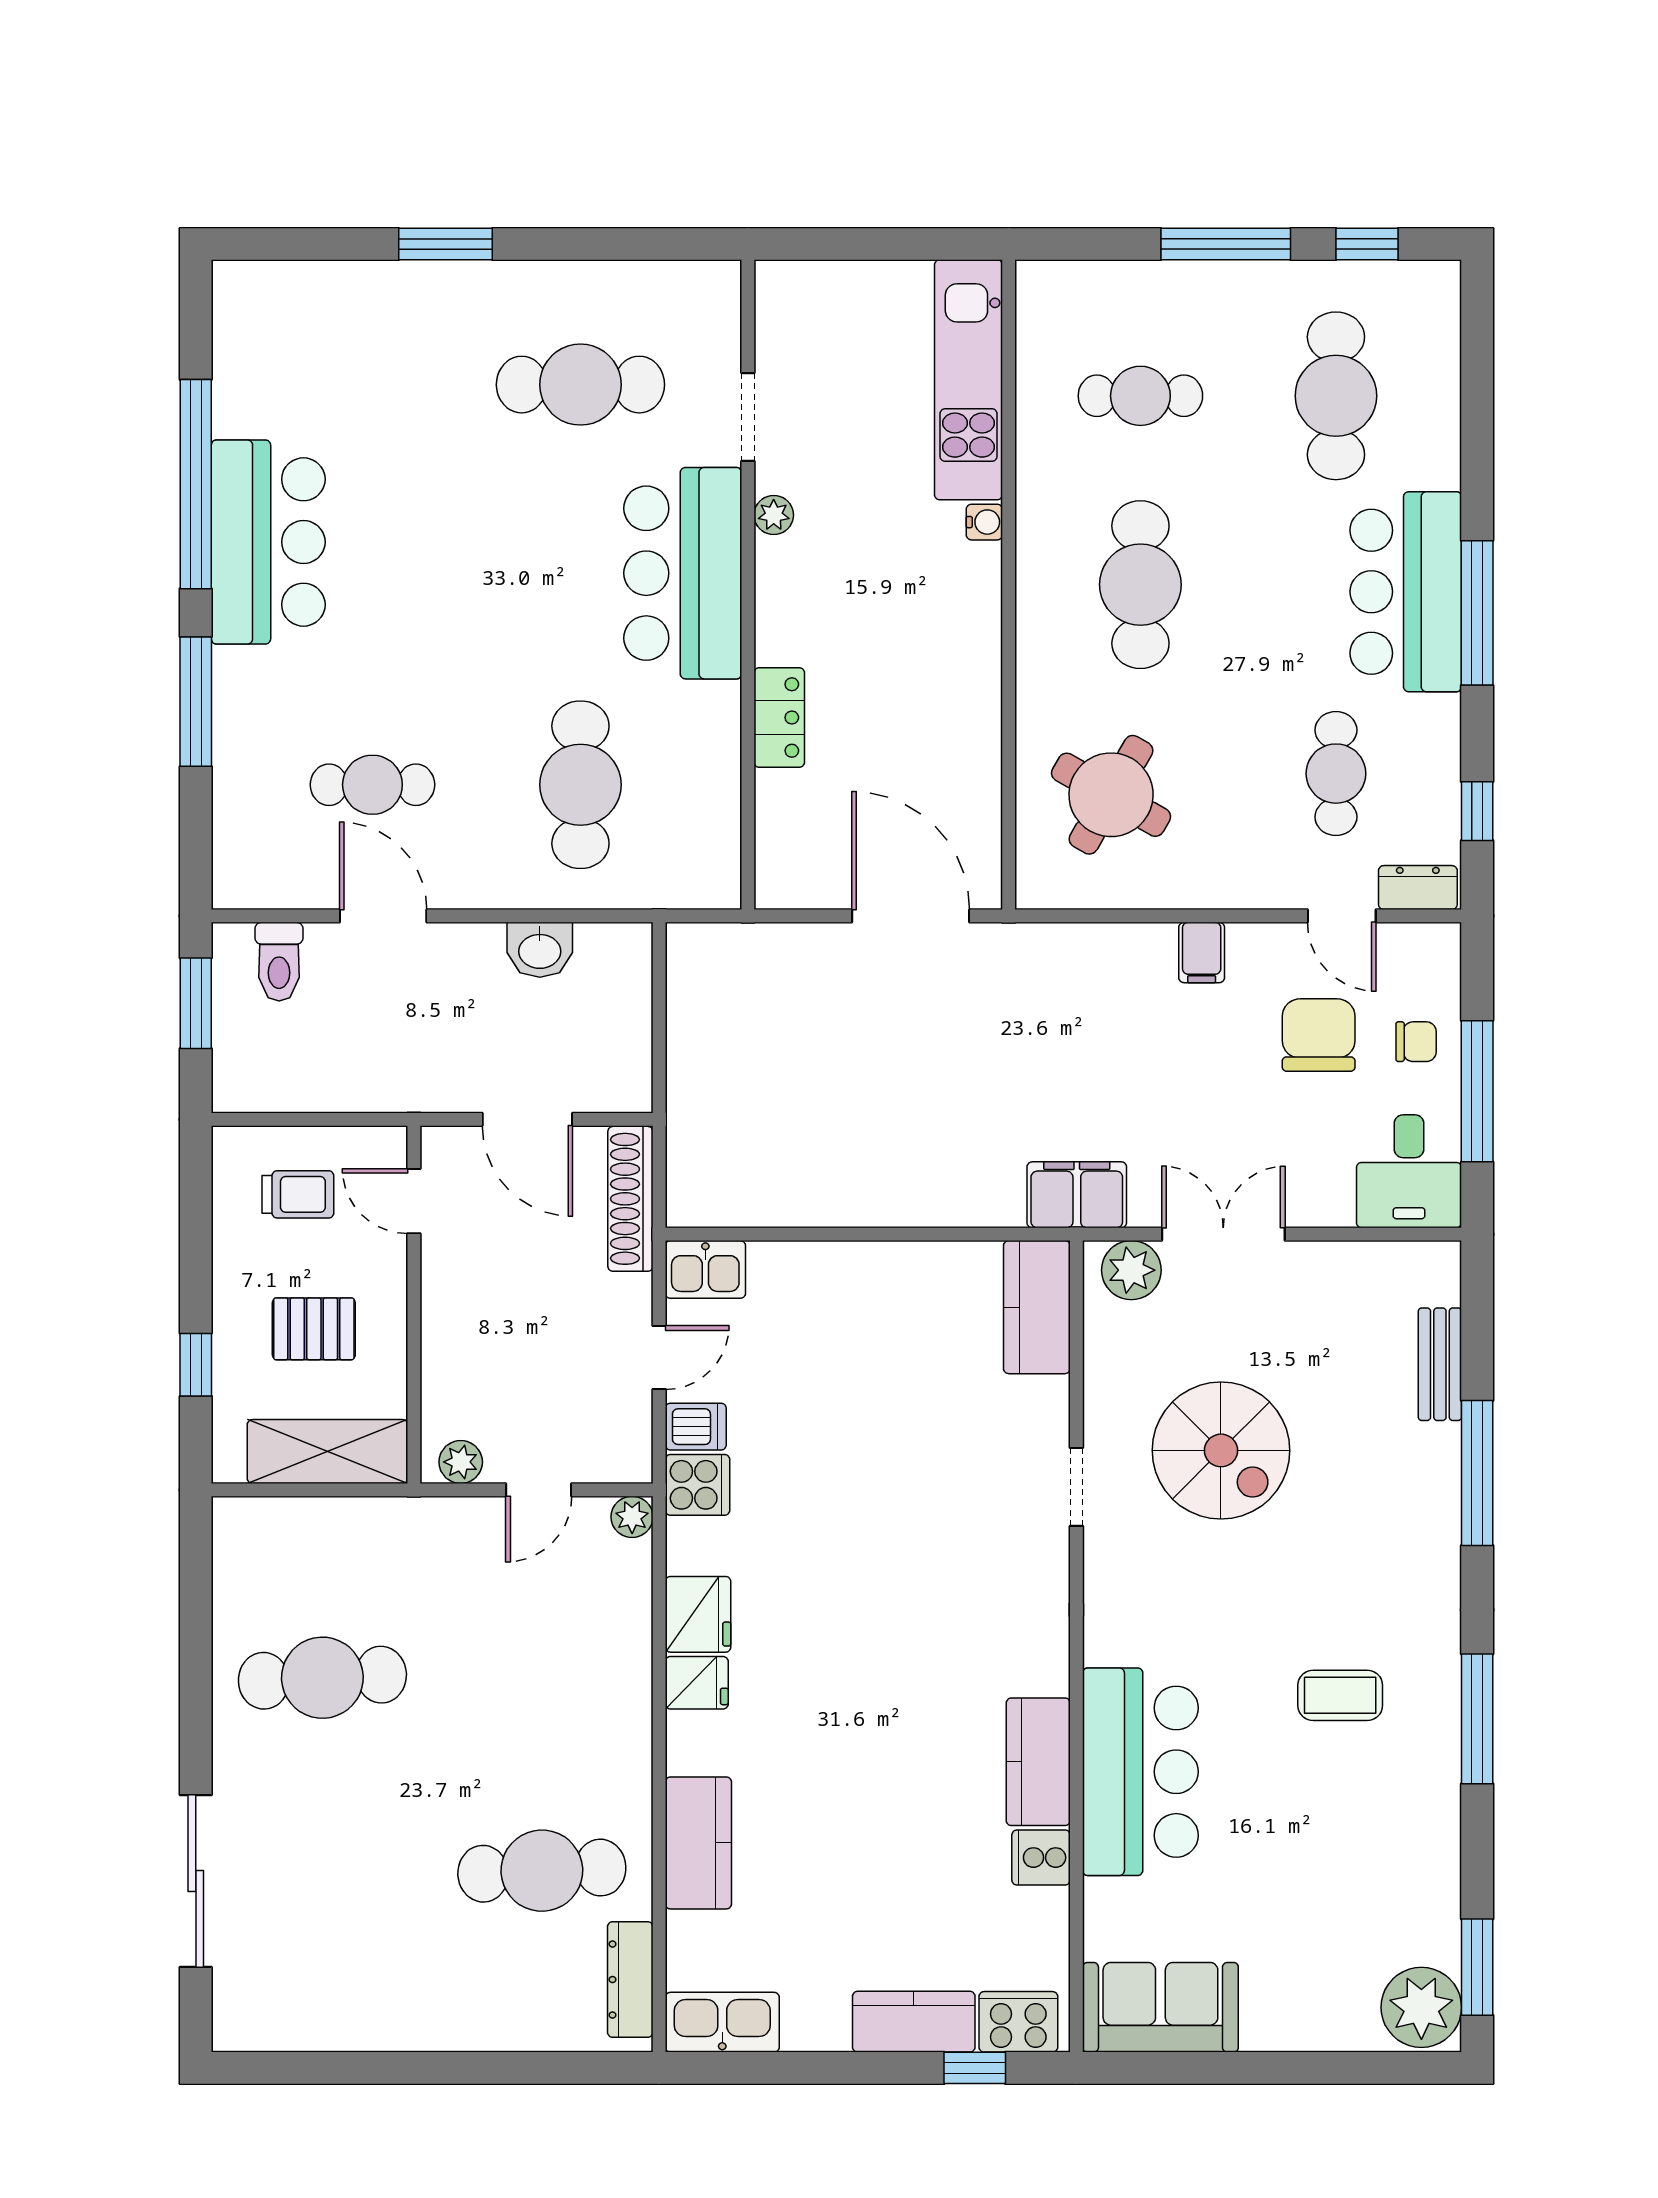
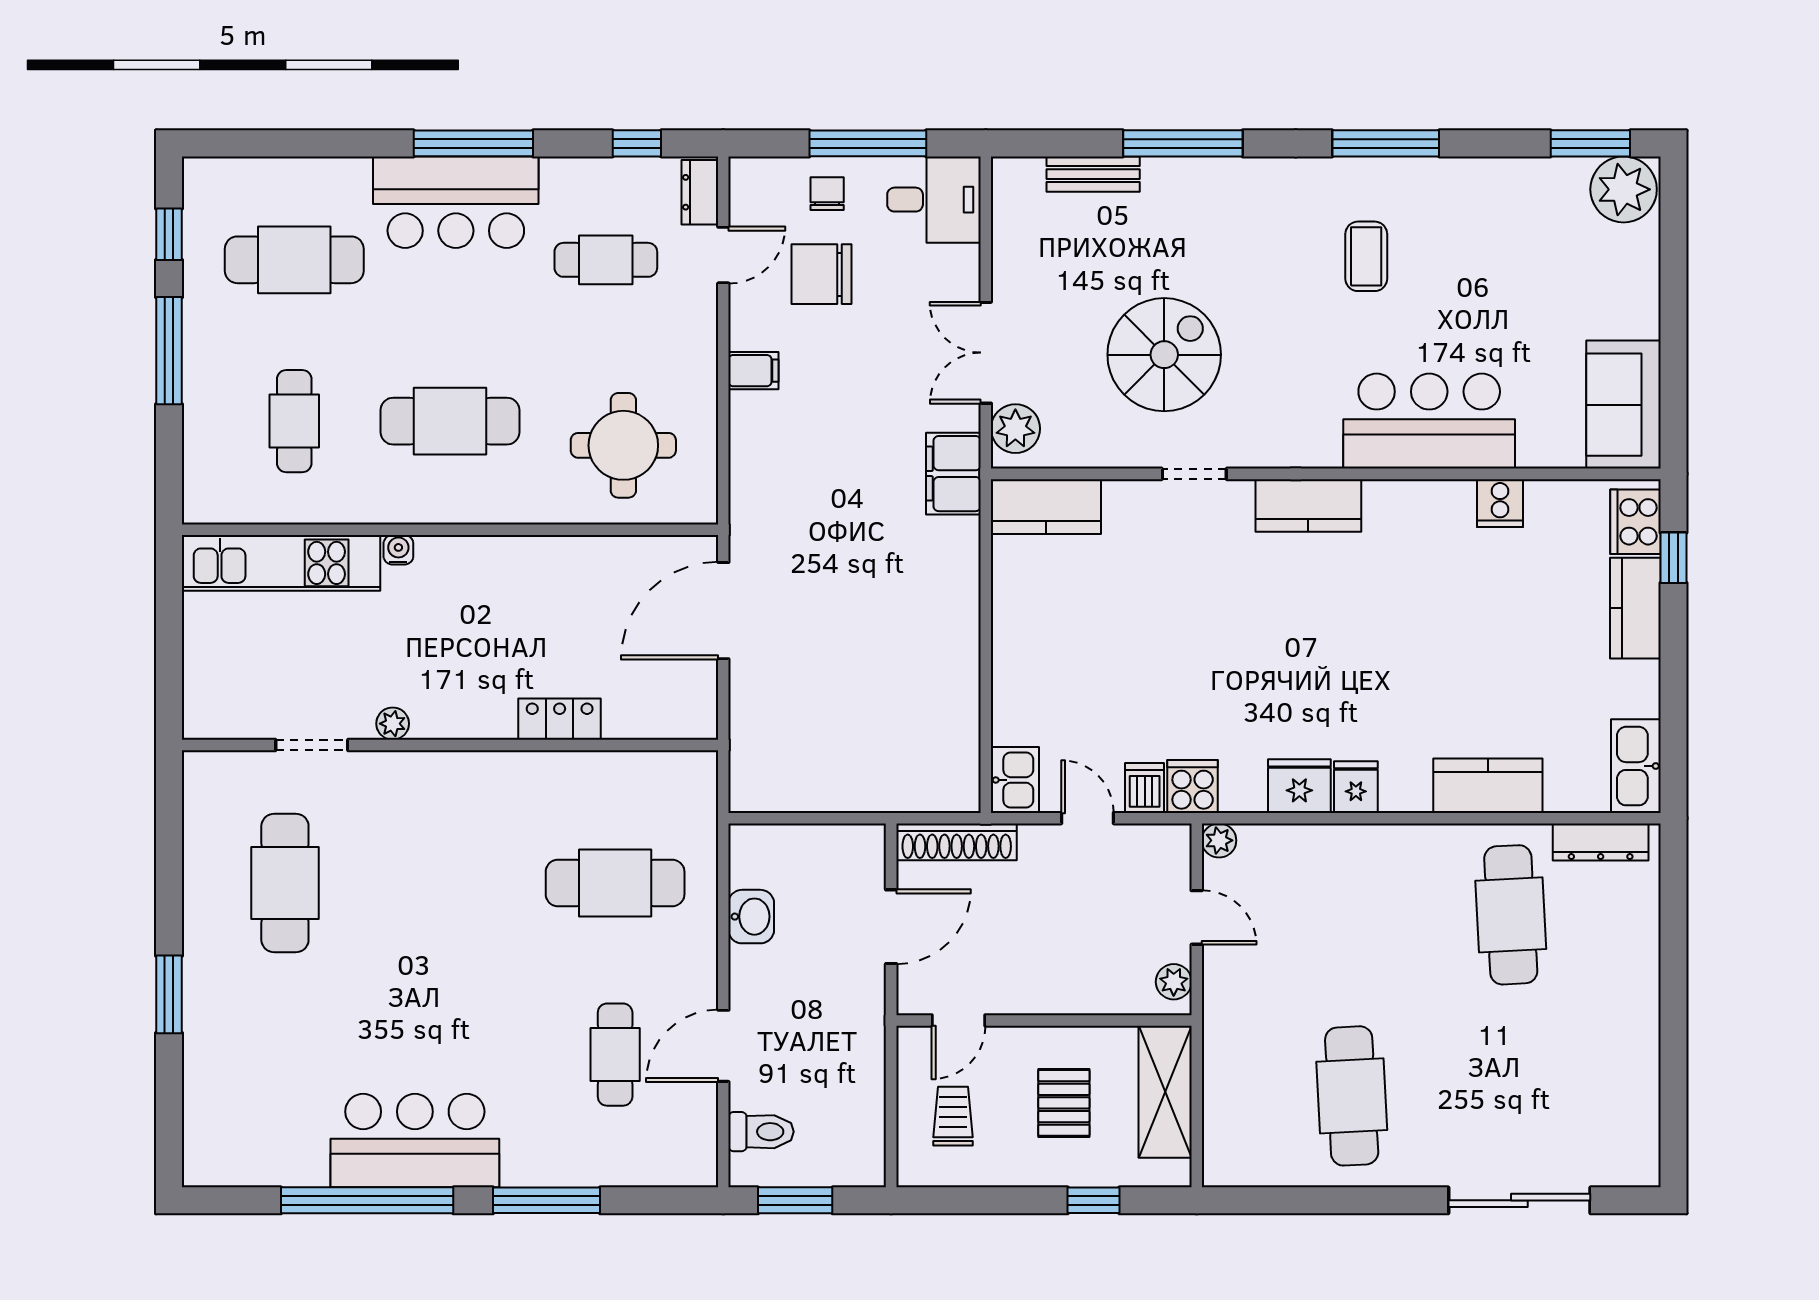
bar counter: (683, 573) -> (441, 799), removed
round table: (1111, 795) -> (623, 445), turned -30
kitchen counter: (1038, 1762) -> (1308, 505), moved

